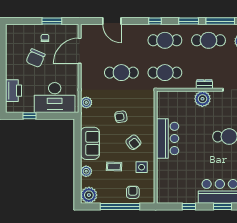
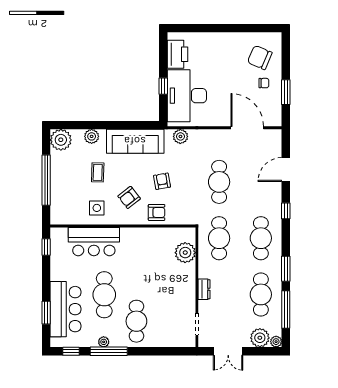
window: (155, 21) -> (286, 211), moved
chair: (36, 58) -> (260, 57), moved
printer: (13, 91) -> (177, 54), moved, turned -90
plant: (202, 99) -> (185, 253), moved
window: (30, 116) -> (163, 86), moved
bar counter: (168, 138) -> (94, 242), moved
sofa: (90, 143) -> (135, 141), width x1.36
cafe table: (209, 161) -> (104, 295), added
armchair: (133, 192) -> (157, 212), moved
window: (189, 206) -> (46, 247), moved

